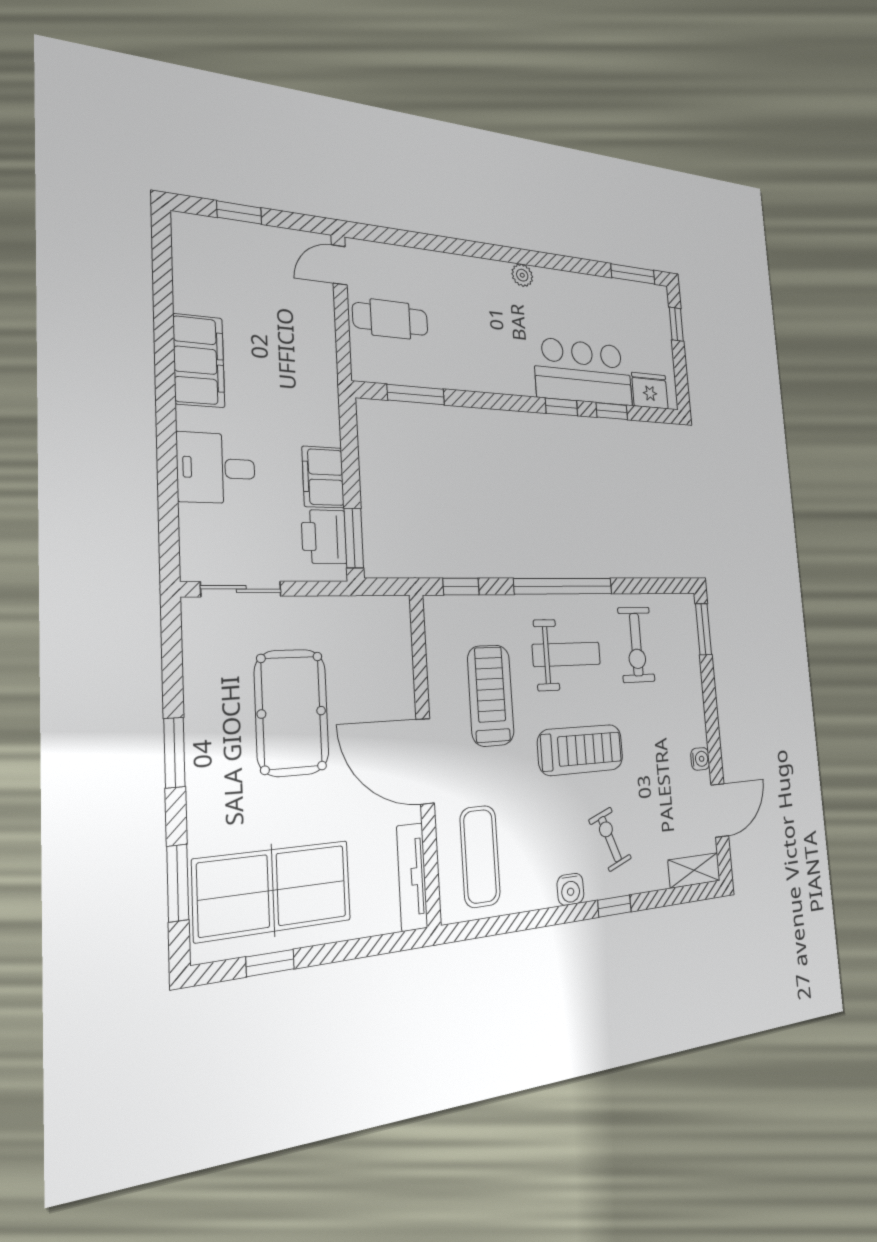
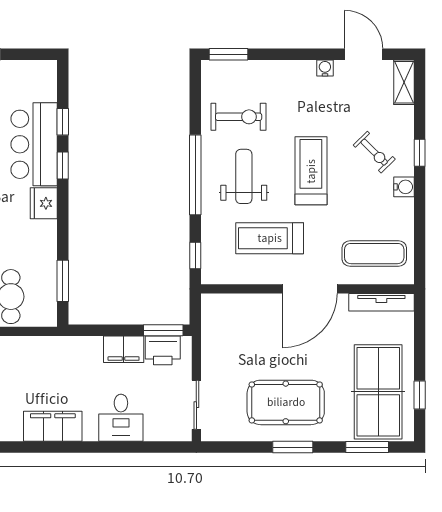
fridge: (650, 391) -> (44, 203), moved
pool table: (292, 712) -> (286, 402), moved
exercise bike: (610, 839) -> (374, 152), turned -114

